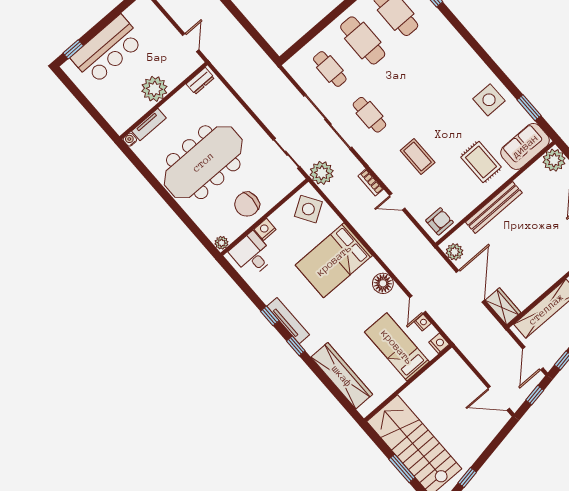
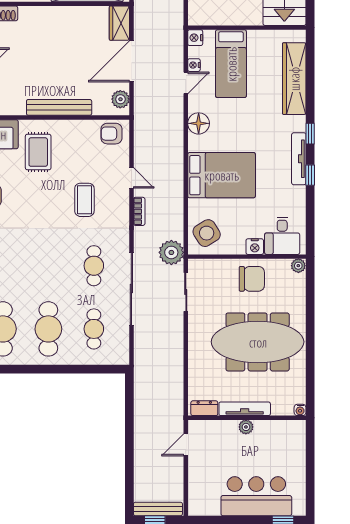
plant: (154, 89) -> (246, 427), width x0.53, depth x0.53
tv unit: (149, 125) -> (245, 409), moved, width x1.41

